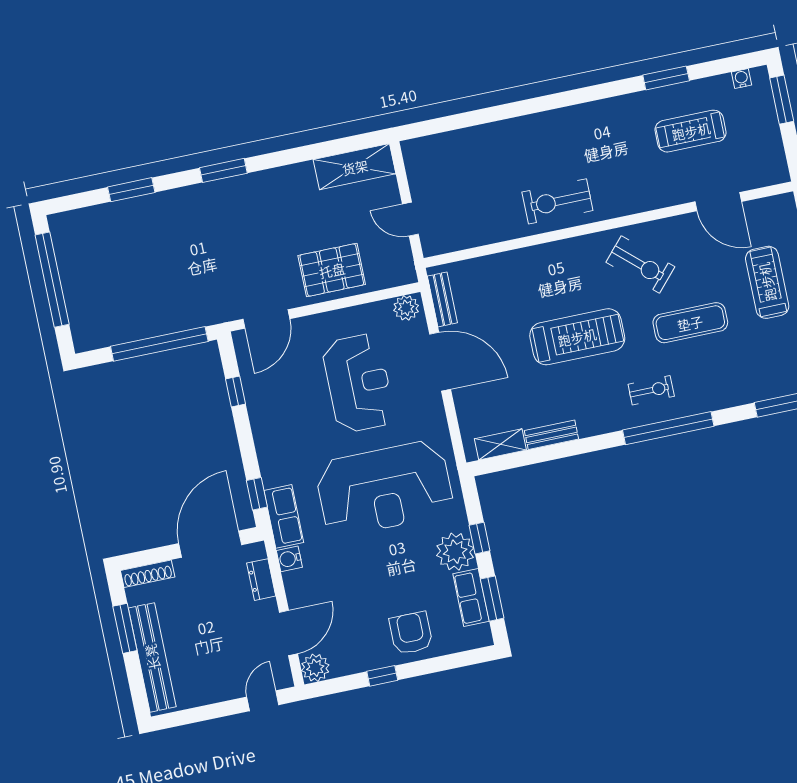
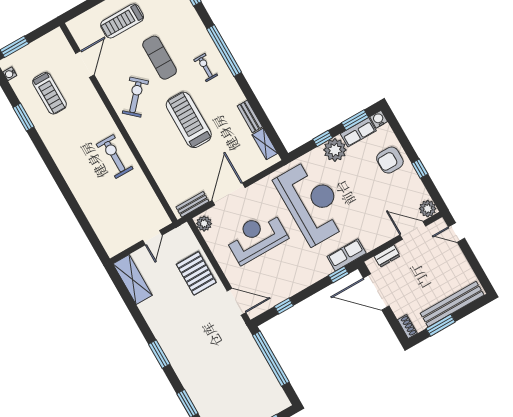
exercise bike: (557, 201) -> (115, 157), turned 180
water cooler: (289, 559) -> (379, 119), moved, turned 180
shoe rack: (148, 574) -> (407, 326), width x0.70

